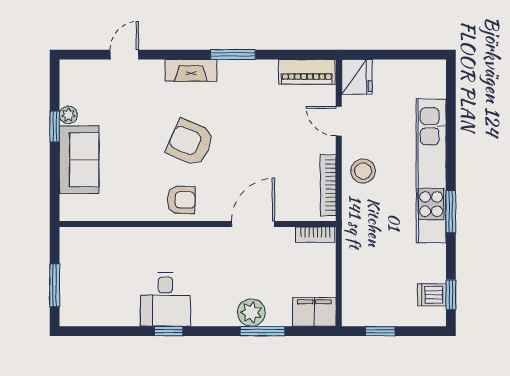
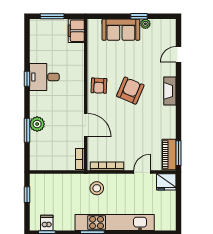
door: (124, 55) -> (179, 54), swing flipped
window: (233, 55) -> (179, 153), moved
stool: (363, 171) -> (97, 188), moved
filing cabinet: (314, 312) -> (76, 31), moved, turned 180

